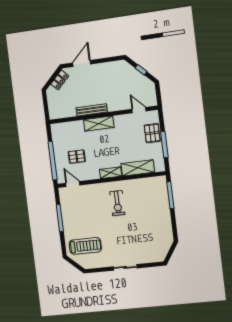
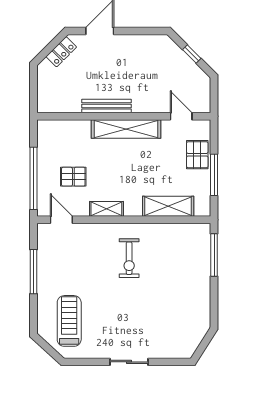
shelving: (99, 124) -> (126, 129), width x1.47
shelving: (111, 173) -> (106, 209), moved
treadmill: (85, 246) -> (69, 321), turned -90

